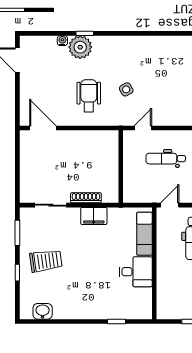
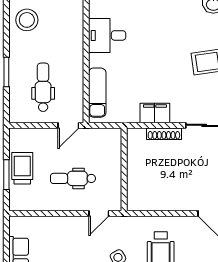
dental chair: (166, 159) -> (73, 178), turned 180
desk: (136, 272) -> (107, 35), moved

